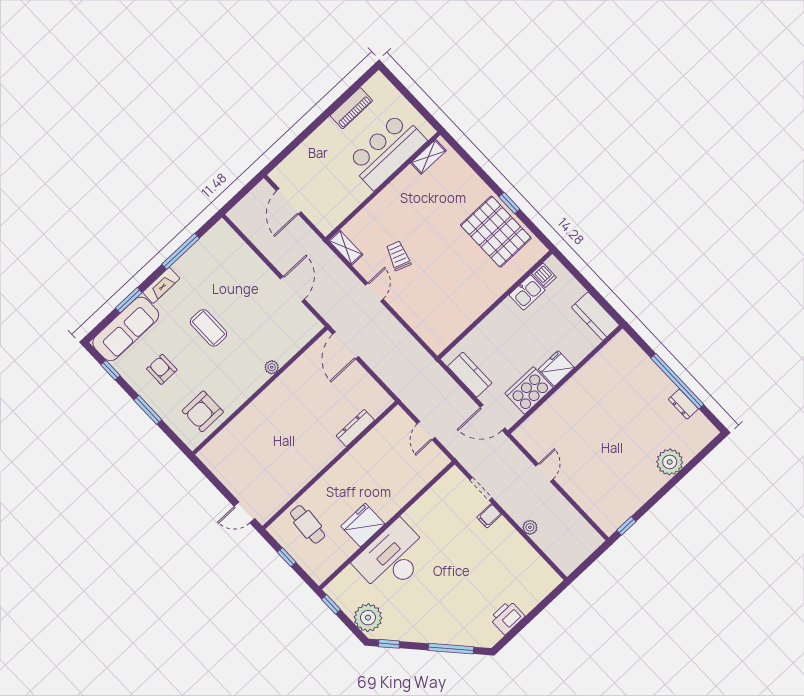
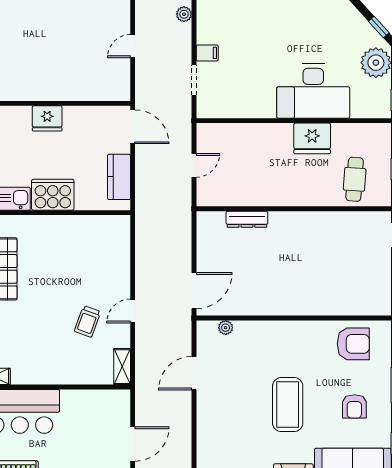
coffee table: (208, 328) -> (288, 405), width x1.36, depth x1.32
plant: (272, 367) -> (226, 328), moved
cooker: (529, 390) -> (53, 195), moved, turned 180

